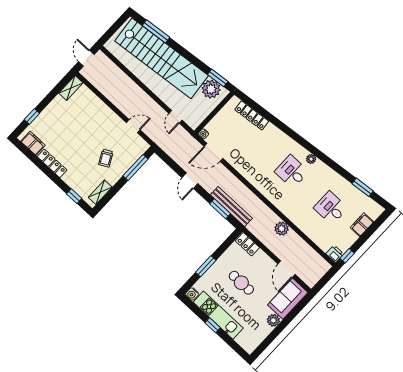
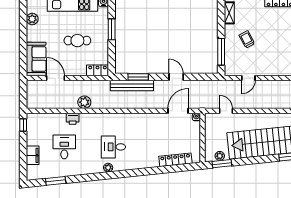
plant: (211, 89) -> (220, 156), width x0.53, depth x0.53
desk: (292, 172) -> (113, 147), turned 180
desk: (331, 208) -> (64, 147), turned -90
printer: (335, 254) -> (73, 119), moved
plant: (273, 320) -> (32, 19), moved

